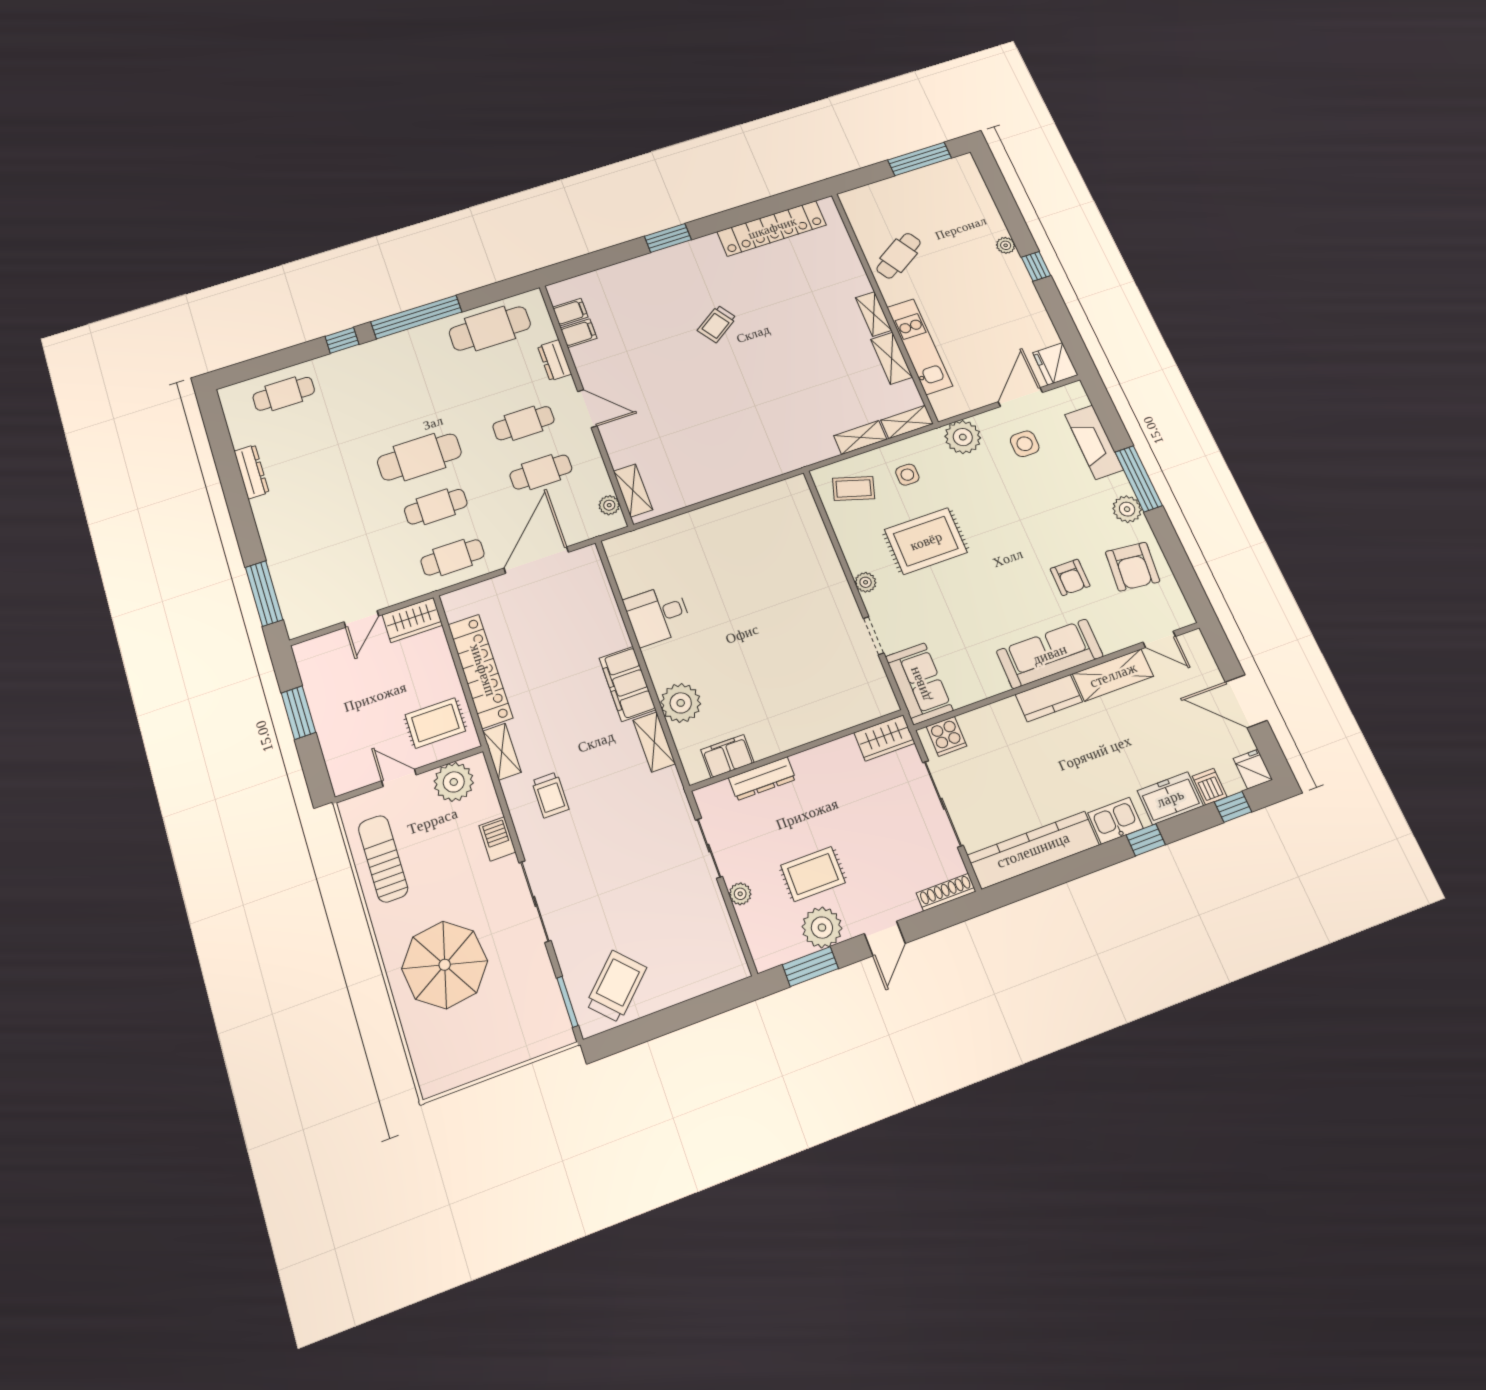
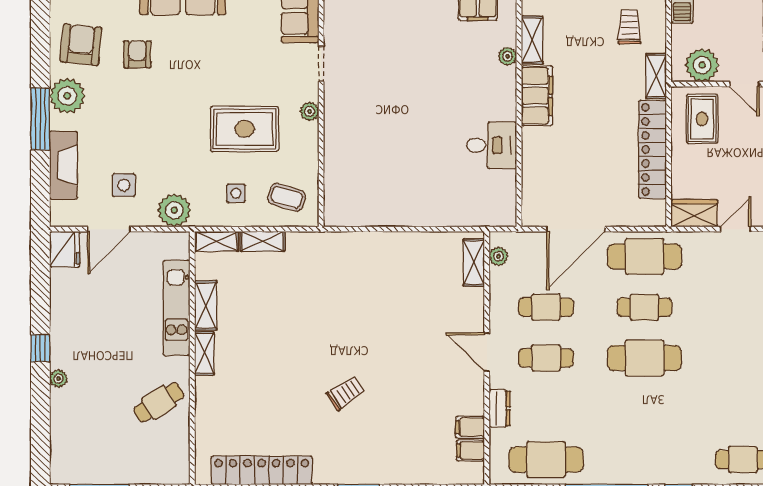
plant: (1127, 509) -> (67, 96), width x1.36, depth x1.36
cafe table: (453, 557) -> (644, 256), width x1.37, depth x1.35
plant: (681, 703) -> (507, 56), width x0.53, depth x0.53
rug: (435, 723) -> (702, 119), turned 90

